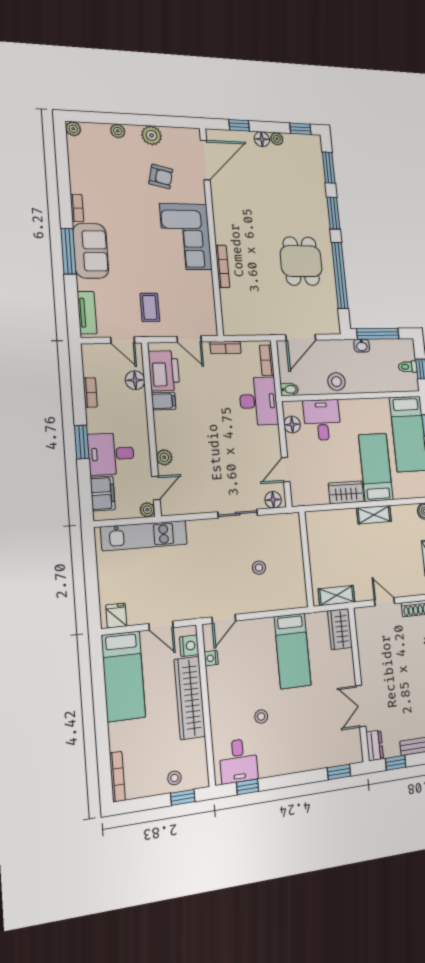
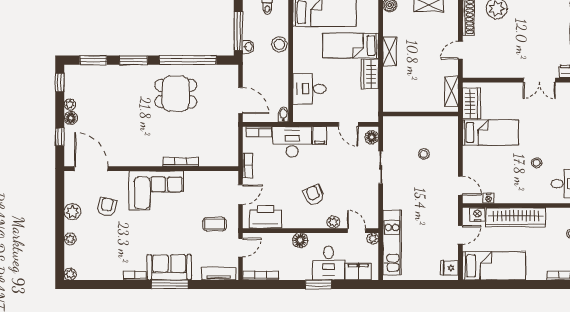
floor lamp: (135, 380) -> (300, 240), moved
stool: (337, 382) -> (279, 44), moved
bookcase: (90, 392) -> (261, 275), moved, width x1.56
filing cabinet: (164, 401) -> (320, 136), moved, turned 180
floor lamp: (292, 424) -> (312, 115), removed
armchair: (196, 431) -> (314, 195), added
wardrobe: (340, 629) -> (472, 103), moved, turned -90

